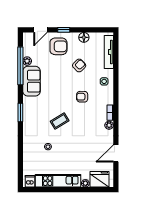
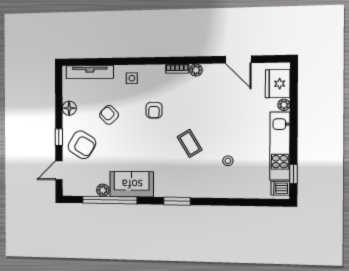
door: (40, 30) -> (59, 170), swing flipped
armchair: (58, 46) -> (82, 145), turned 121
window: (40, 190) -> (293, 174), added

